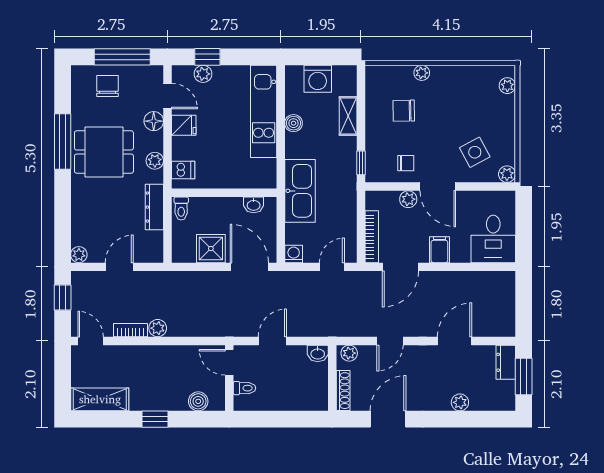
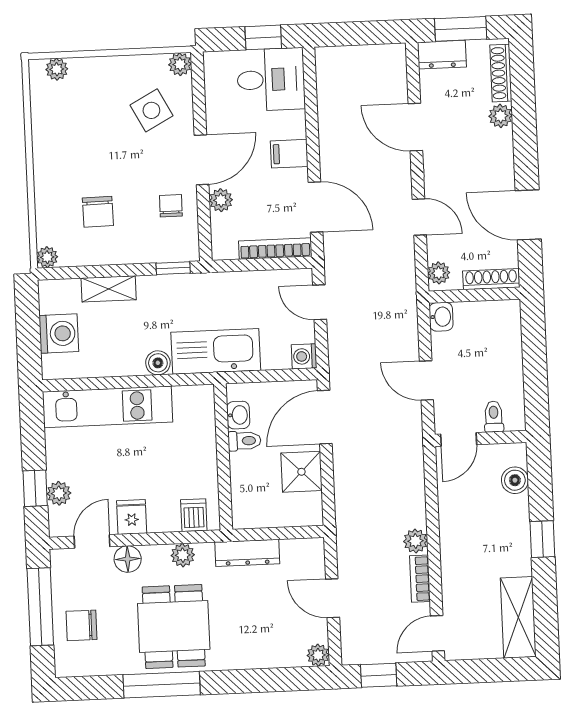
plant: (422, 73) -> (47, 257), moved
boiler: (294, 123) -> (158, 363), moved
toilet: (181, 209) -> (244, 441), moved
window: (524, 235) -> (263, 37), added
shoe rack: (491, 404) -> (501, 73), added

